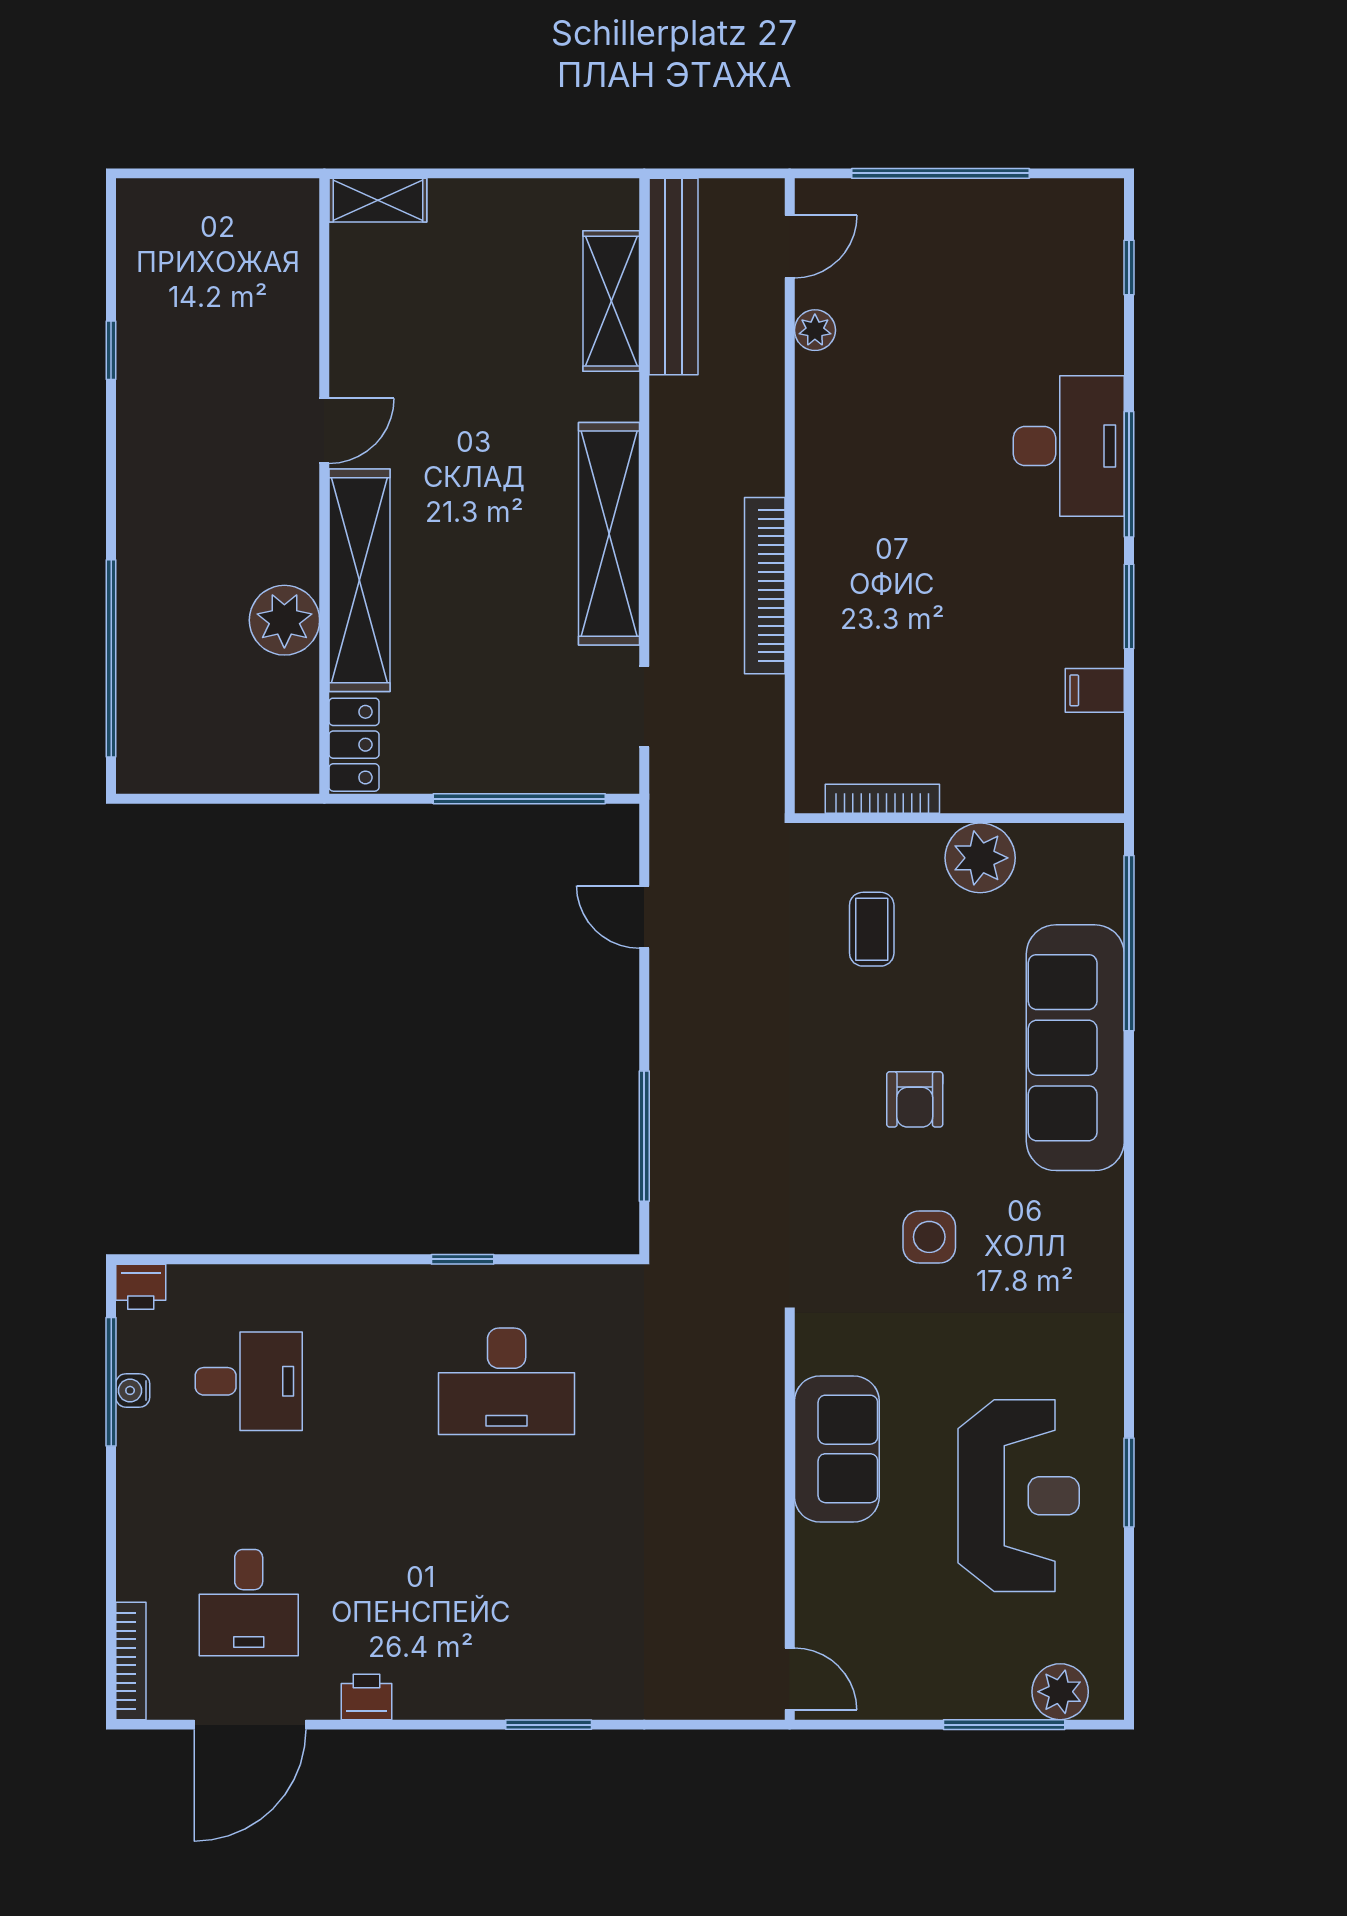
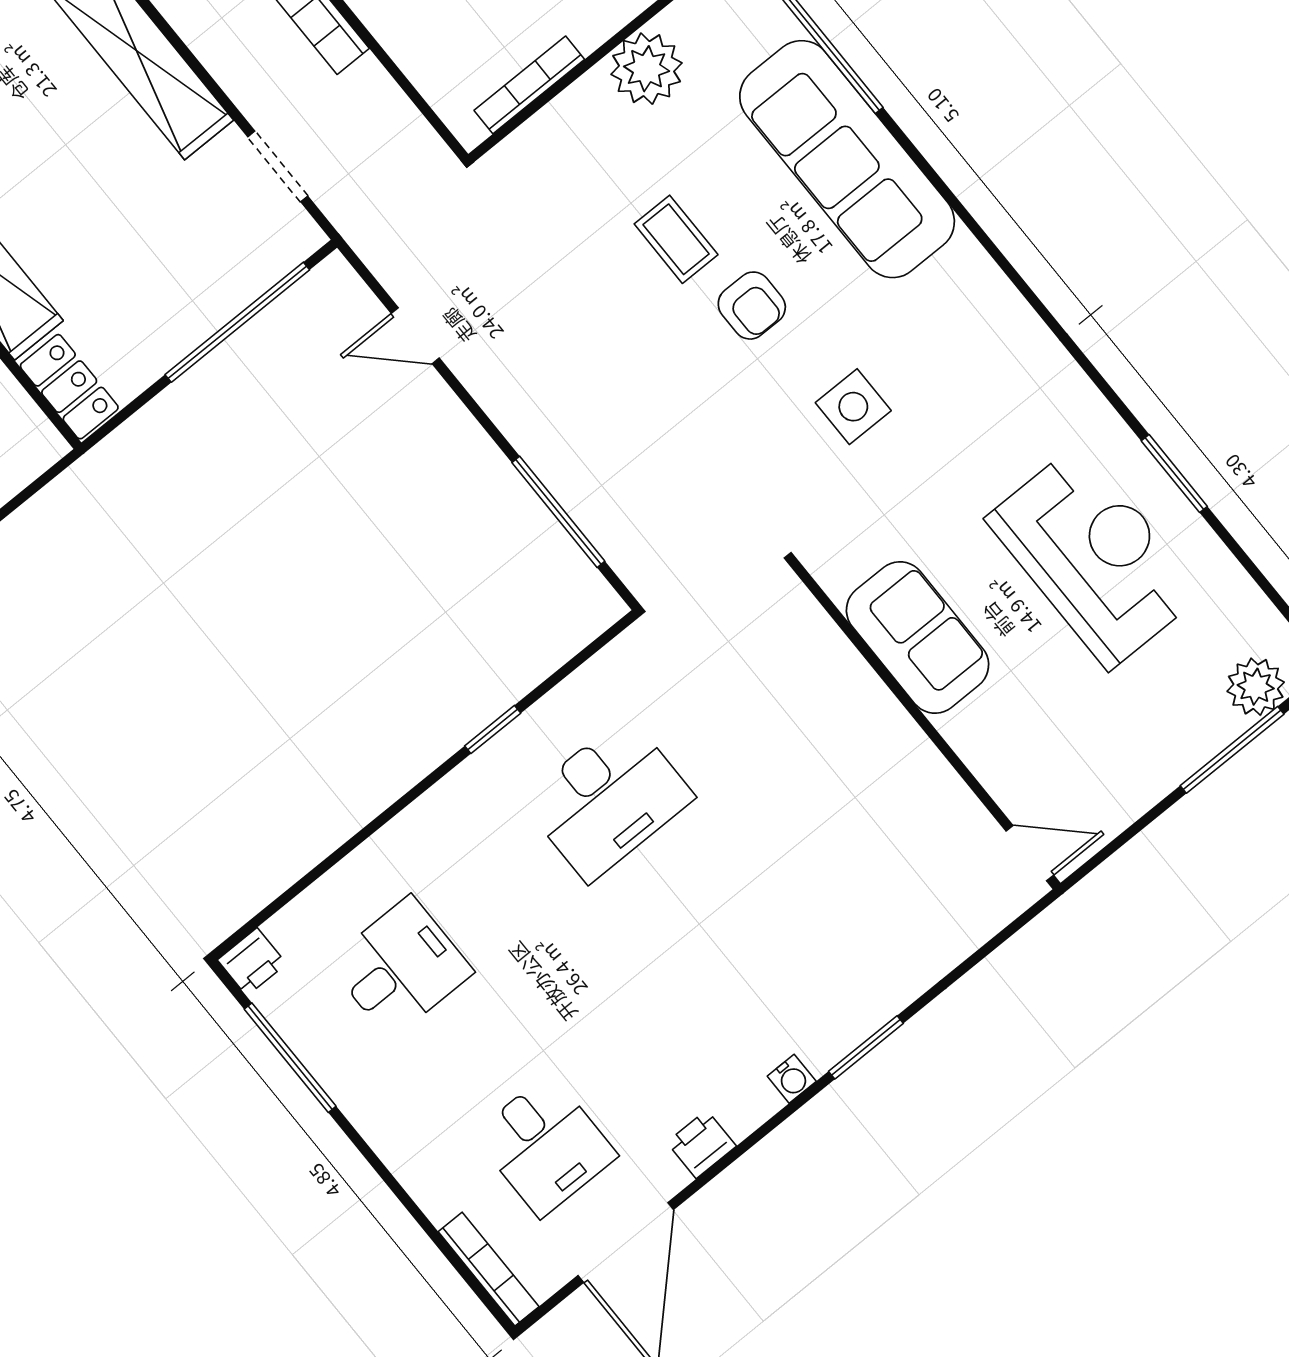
coffee table: (872, 929) -> (676, 239), moved
water cooler: (133, 1390) -> (792, 1079), moved, turned -90

